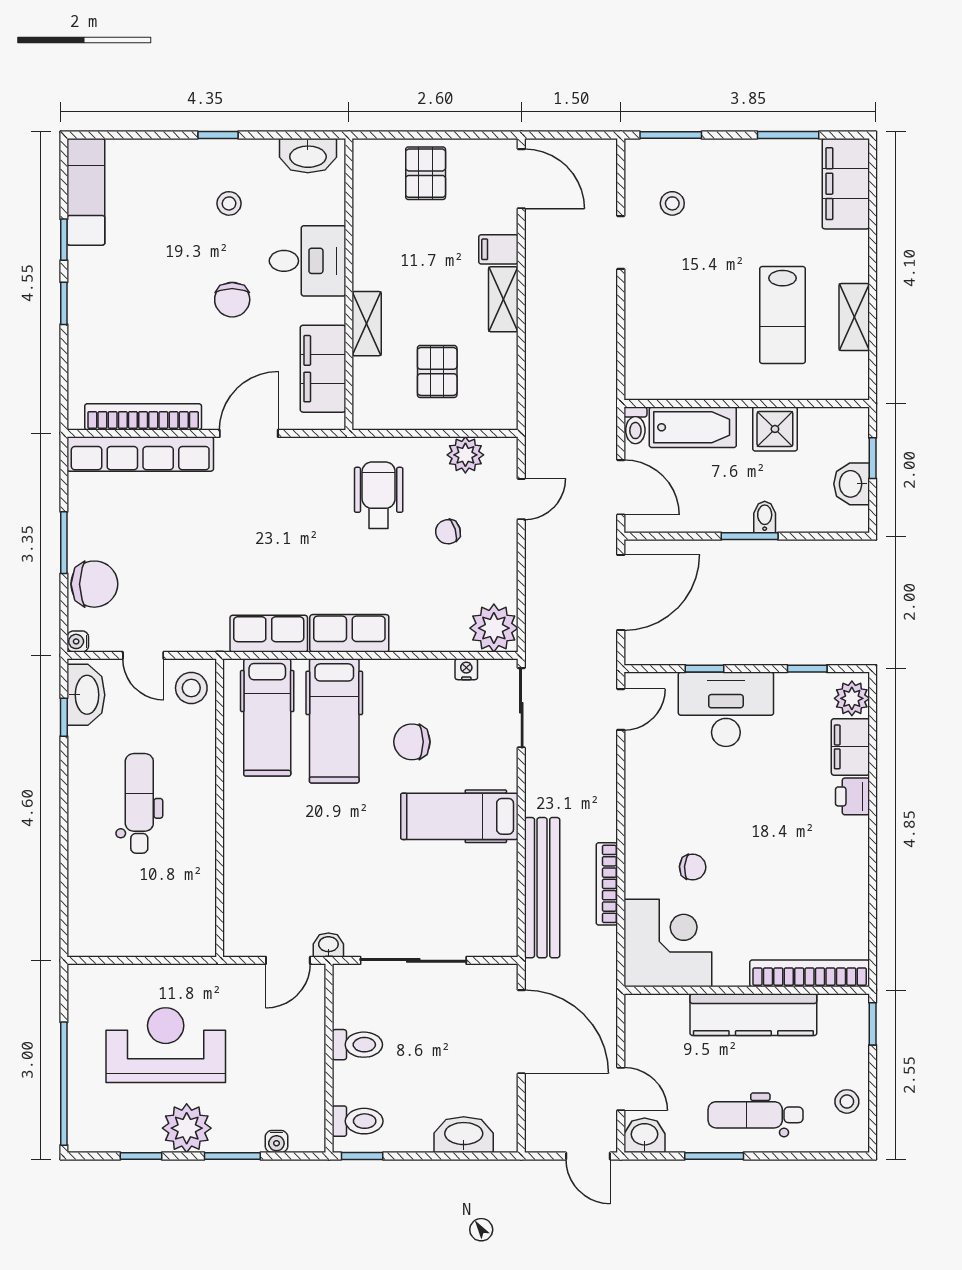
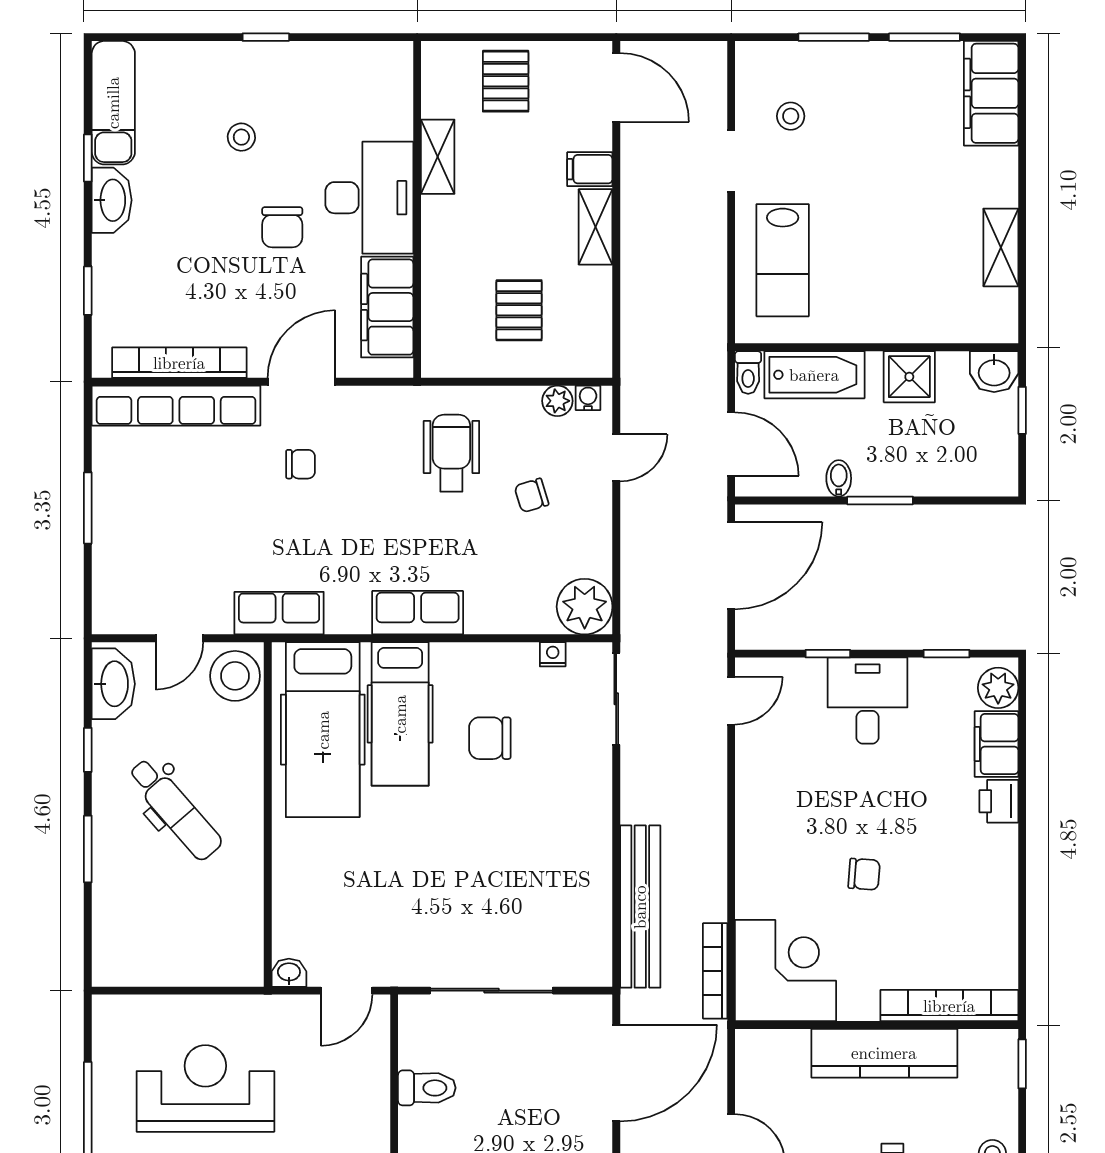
window: (671, 135) -> (834, 37), moved
washbasin: (308, 156) -> (112, 200), moved, turned -90
stool: (229, 203) -> (241, 137), moved
desk: (308, 261) -> (369, 198), width x1.37
window: (64, 303) -> (88, 291), moved
lab bench: (783, 315) -> (783, 260), moved
shelving: (367, 324) -> (438, 157), moved
plant: (465, 455) -> (557, 401), width x0.73, depth x0.73
washbasin: (852, 484) -> (994, 372), moved, turned -90
bidet: (765, 517) -> (839, 478), moved
chair: (94, 584) -> (301, 464), moved, width x0.54, depth x0.54
row of seats: (269, 634) -> (279, 613), moved
water cooler: (78, 641) -> (588, 398), moved, turned 90
door: (143, 655) -> (179, 638), hinge flipped
stool: (191, 688) -> (235, 676), width x1.38, depth x1.38
desk: (726, 709) -> (868, 701), width x0.73
window: (64, 717) -> (88, 750), moved
hospital bed: (267, 717) -> (323, 730), width x1.37, depth x1.29
dental chair: (139, 803) -> (175, 809), turned 139
hospital bed: (459, 816) -> (545, 824), removed
window: (64, 838) -> (88, 849), added
chair: (693, 867) -> (864, 874), moved
bookcase: (607, 884) -> (715, 971), moved
washbasin: (328, 945) -> (289, 973), moved
door: (521, 1032) -> (616, 1073), hinge flipped

